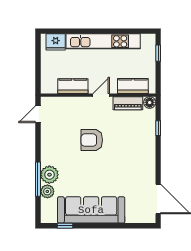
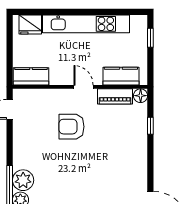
kitchen counter: (73, 86) -> (31, 76), moved
door: (101, 95) -> (84, 87), hinge flipped
armchair: (92, 140) -> (71, 127), moved

